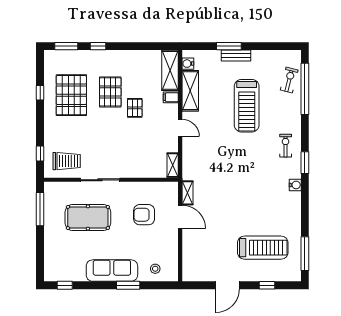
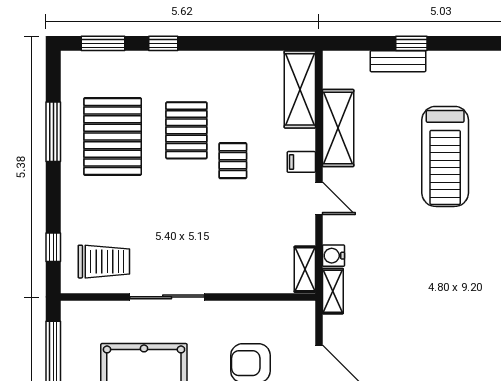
window: (229, 46) -> (411, 43), width x0.67
bench: (236, 56) -> (398, 61), moved
water cooler: (188, 64) -> (333, 256), moved
window: (40, 93) -> (53, 132), width x2.17
filing cabinet: (171, 97) -> (301, 162), moved
shelving: (187, 193) -> (333, 291), moved

